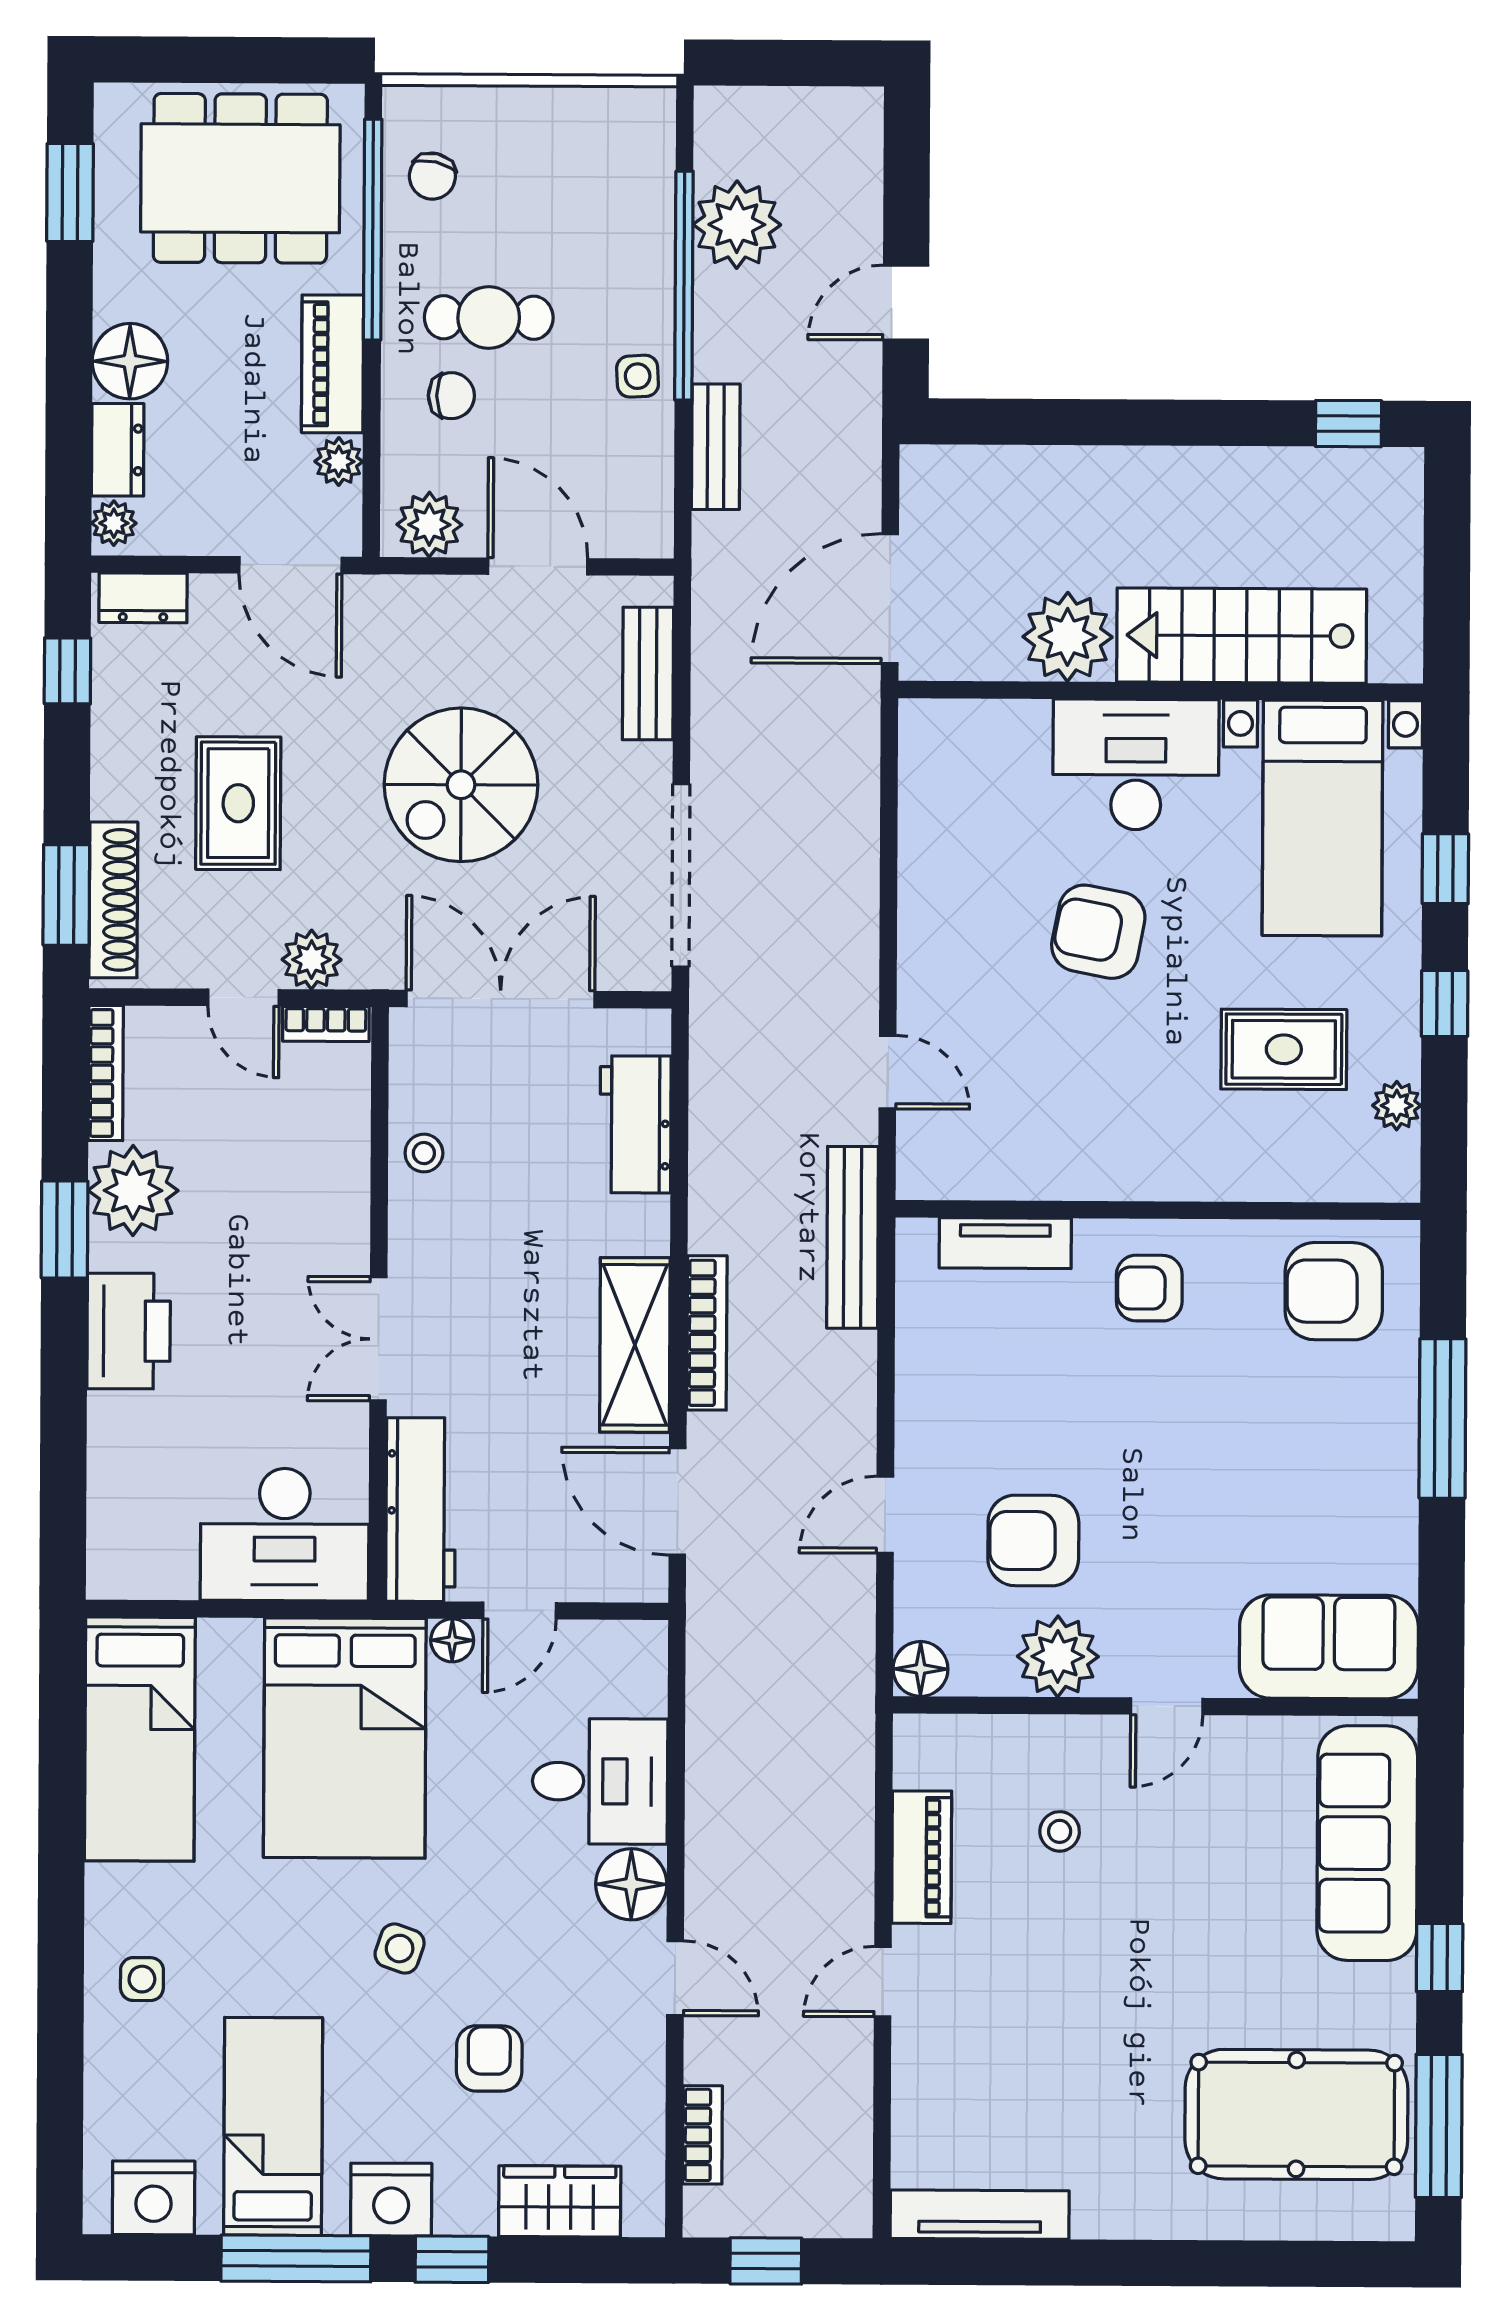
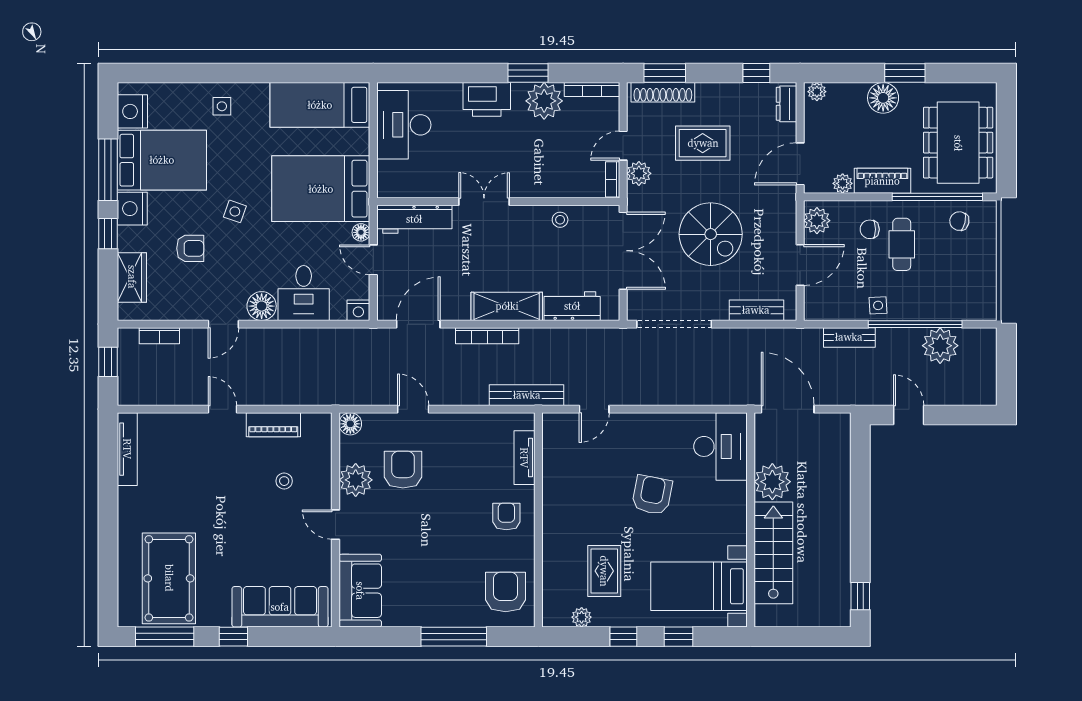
window: (70, 192) -> (905, 73), moved
chair: (451, 396) -> (870, 229), turned 90
dresser: (118, 450) -> (847, 93), removed
desk: (1136, 764) -> (720, 446), moved
spiral stairs: (461, 785) -> (711, 234), turned 180
shelving: (635, 1345) -> (507, 306), moved
desk: (285, 1535) -> (404, 125), moved
nightstand: (643, 1648) -> (358, 310), added
bed: (273, 2126) -> (162, 160), width x1.50

